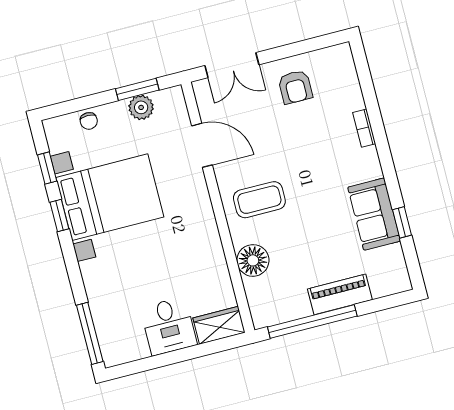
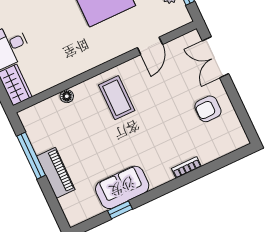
door: (202, 145) -> (150, 46), width x0.73
floor lamp: (253, 260) -> (67, 96), width x0.53, depth x0.53
window: (312, 322) -> (31, 156), width x0.68

